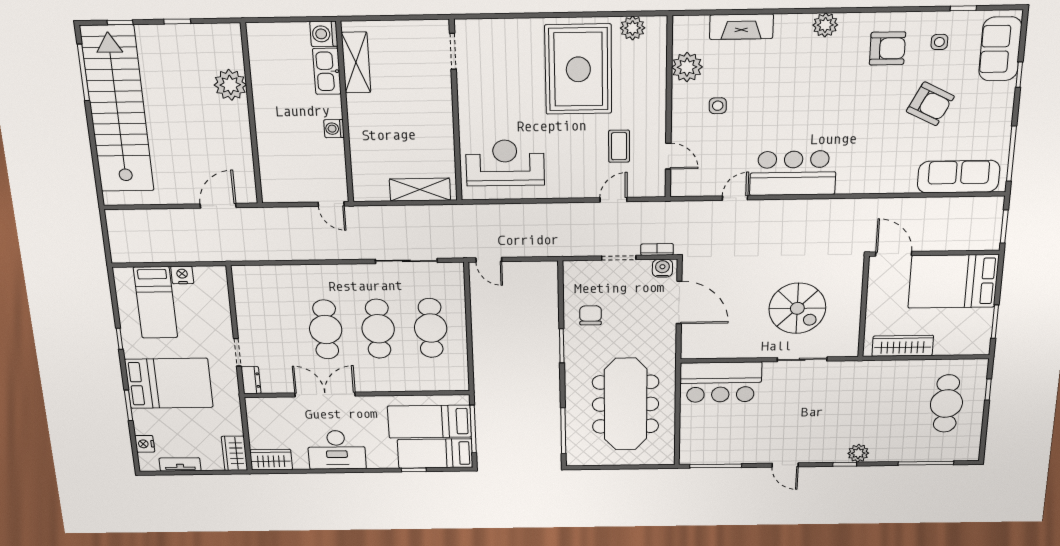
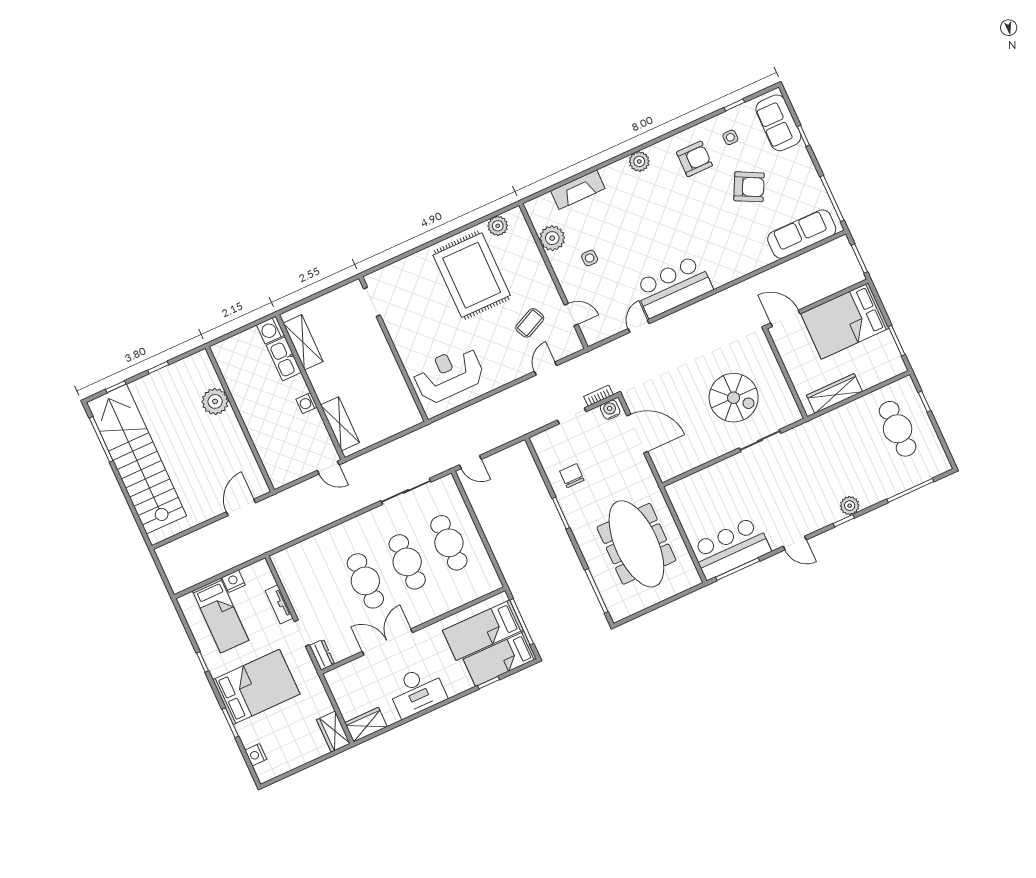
coffee table: (619, 146) -> (530, 323), turned 65
shelving: (420, 190) -> (340, 424), moved, turned 90
bar counter: (721, 382) -> (731, 548), moved, turned 180
tv unit: (180, 464) -> (279, 604), moved, turned -90

